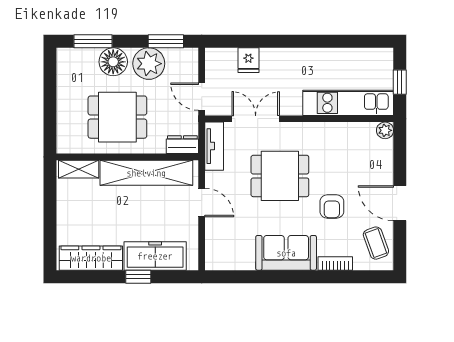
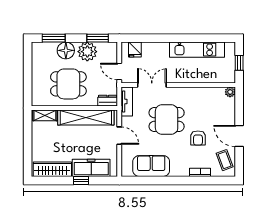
fridge: (248, 60) -> (135, 50), moved
kitchen unit: (348, 103) -> (197, 50), moved, turned 180
sofa: (286, 253) -> (151, 166), moved

